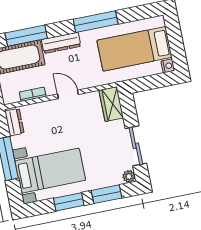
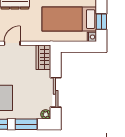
window: (176, 44) -> (101, 22), added
door: (68, 94) -> (12, 43), hinge flipped

